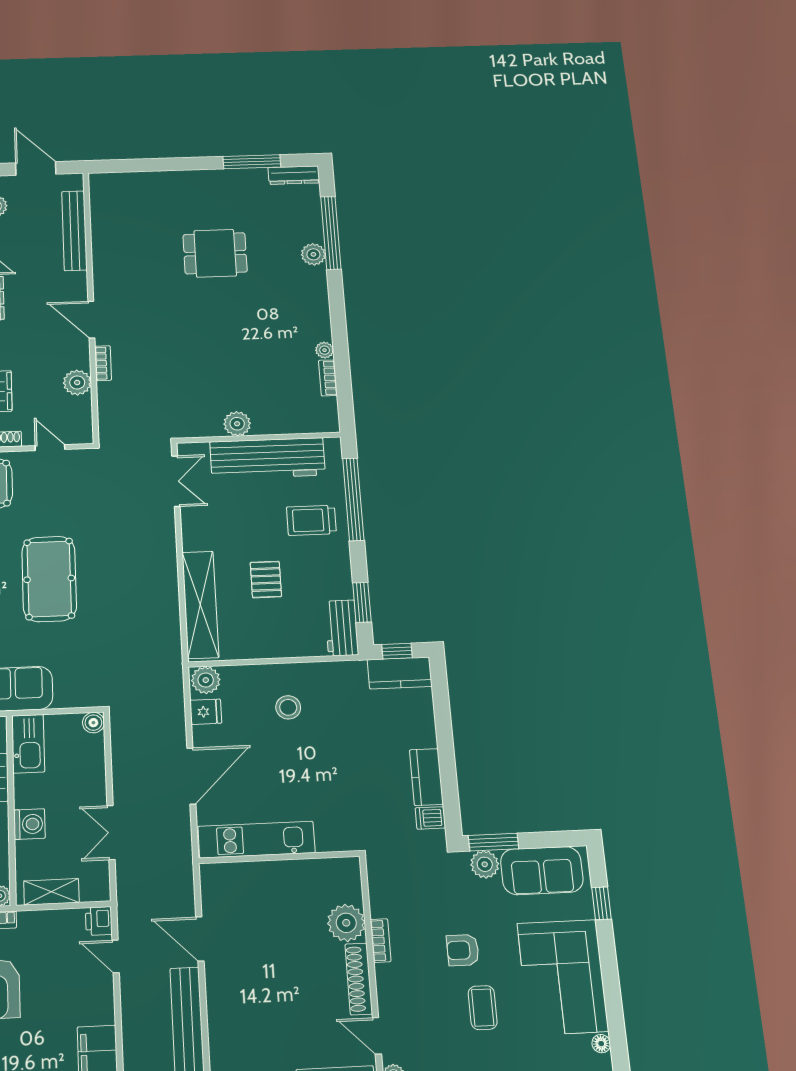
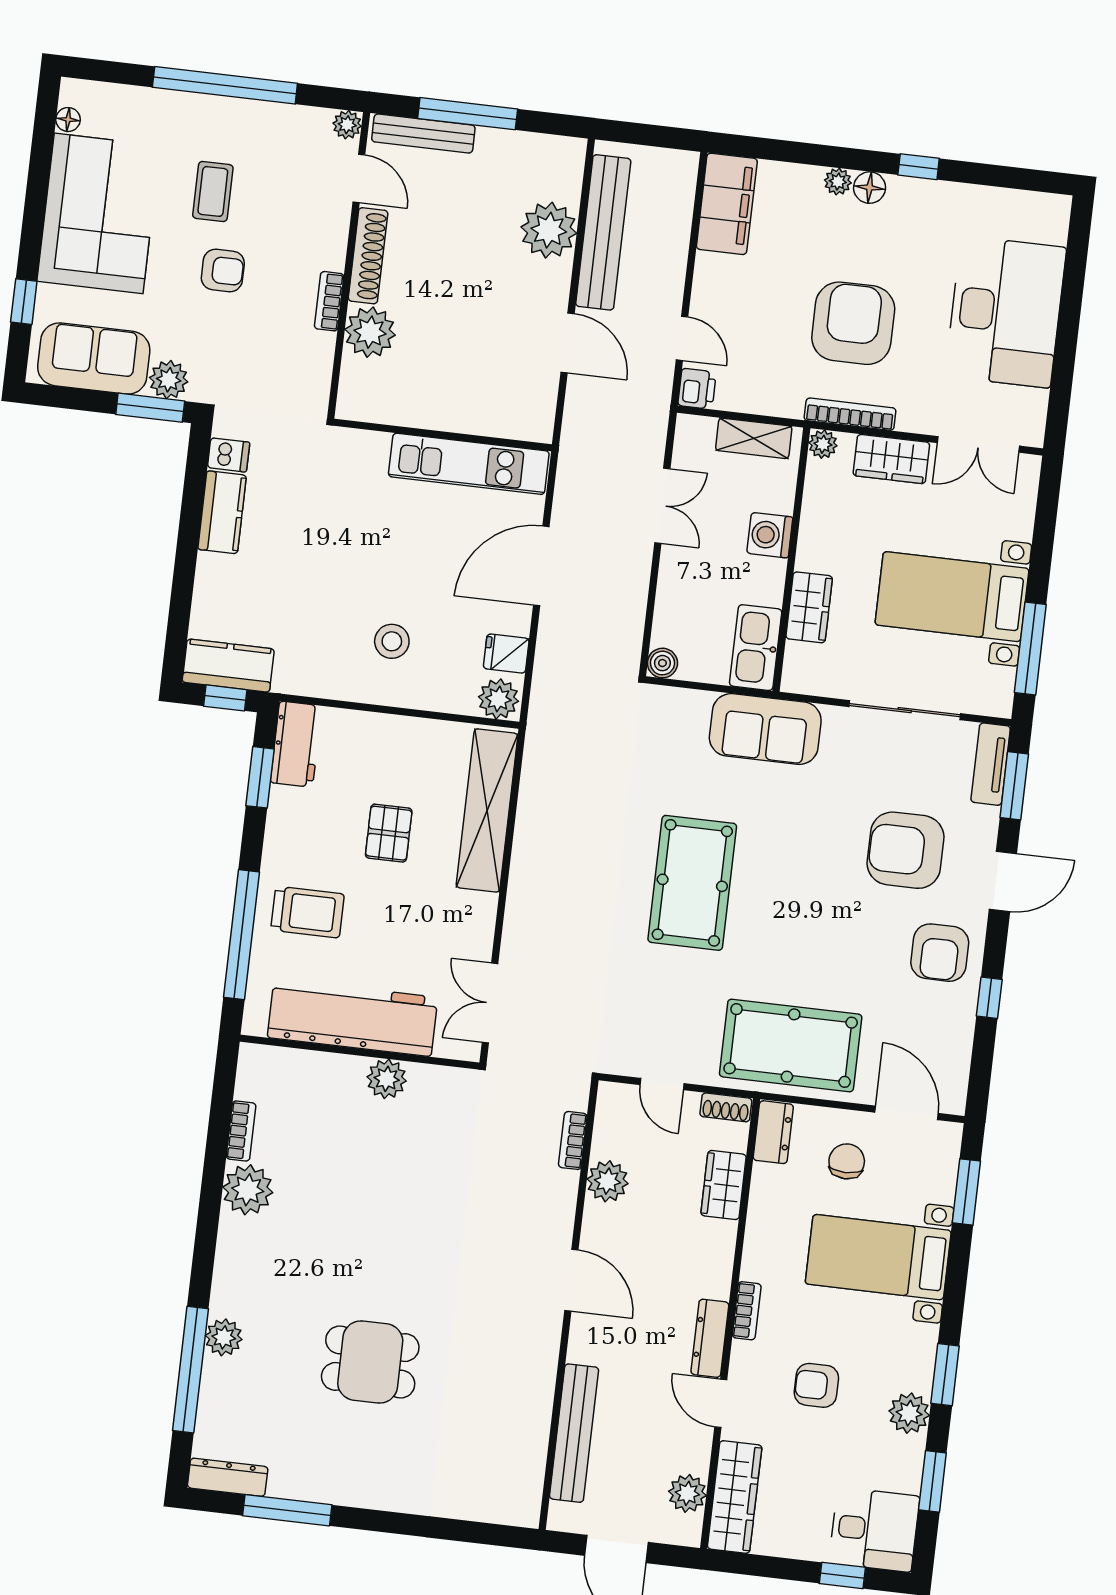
plant: (325, 350) -> (248, 1190), width x1.88, depth x1.88
bookcase: (103, 363) -> (573, 1140), moved
plant: (228, 1021) -> (549, 230), added

